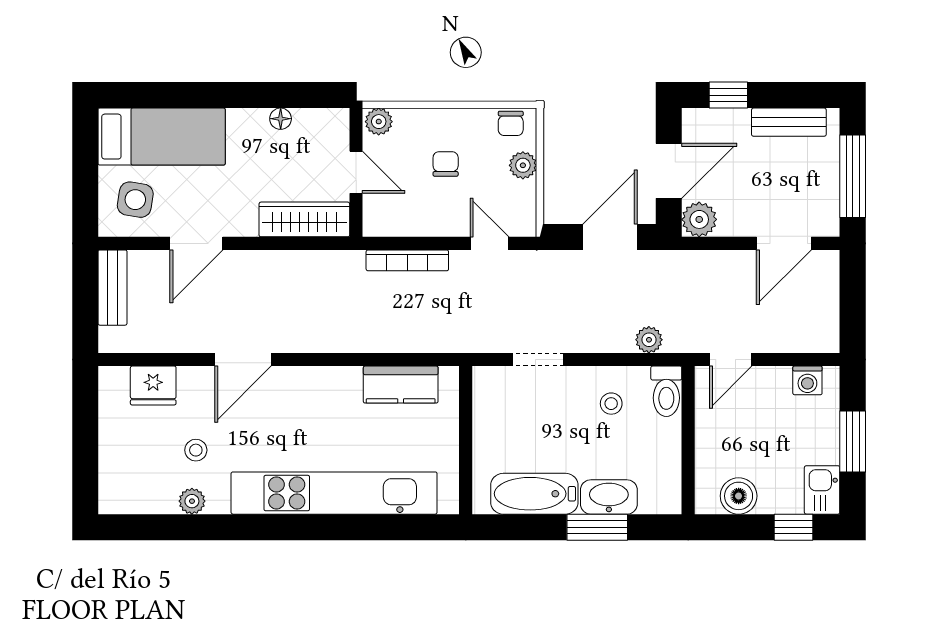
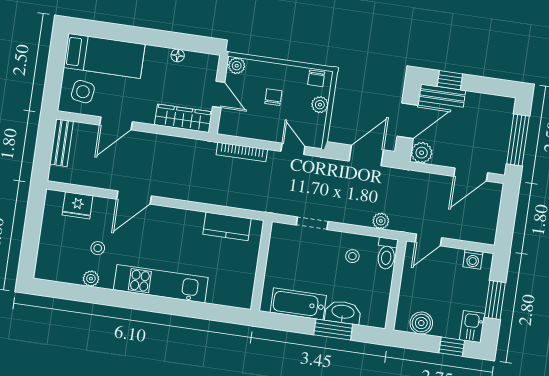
bench: (789, 122) -> (442, 96), moved
kitchen unit: (334, 493) -> (161, 284), width x0.73

